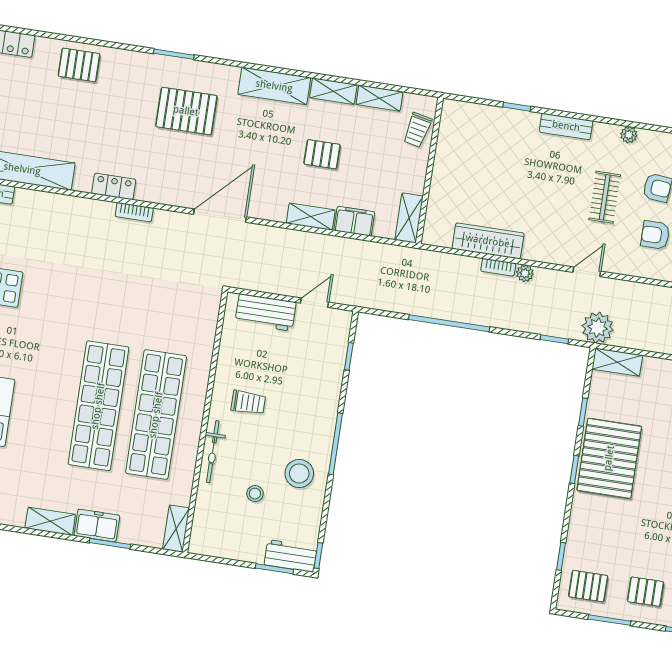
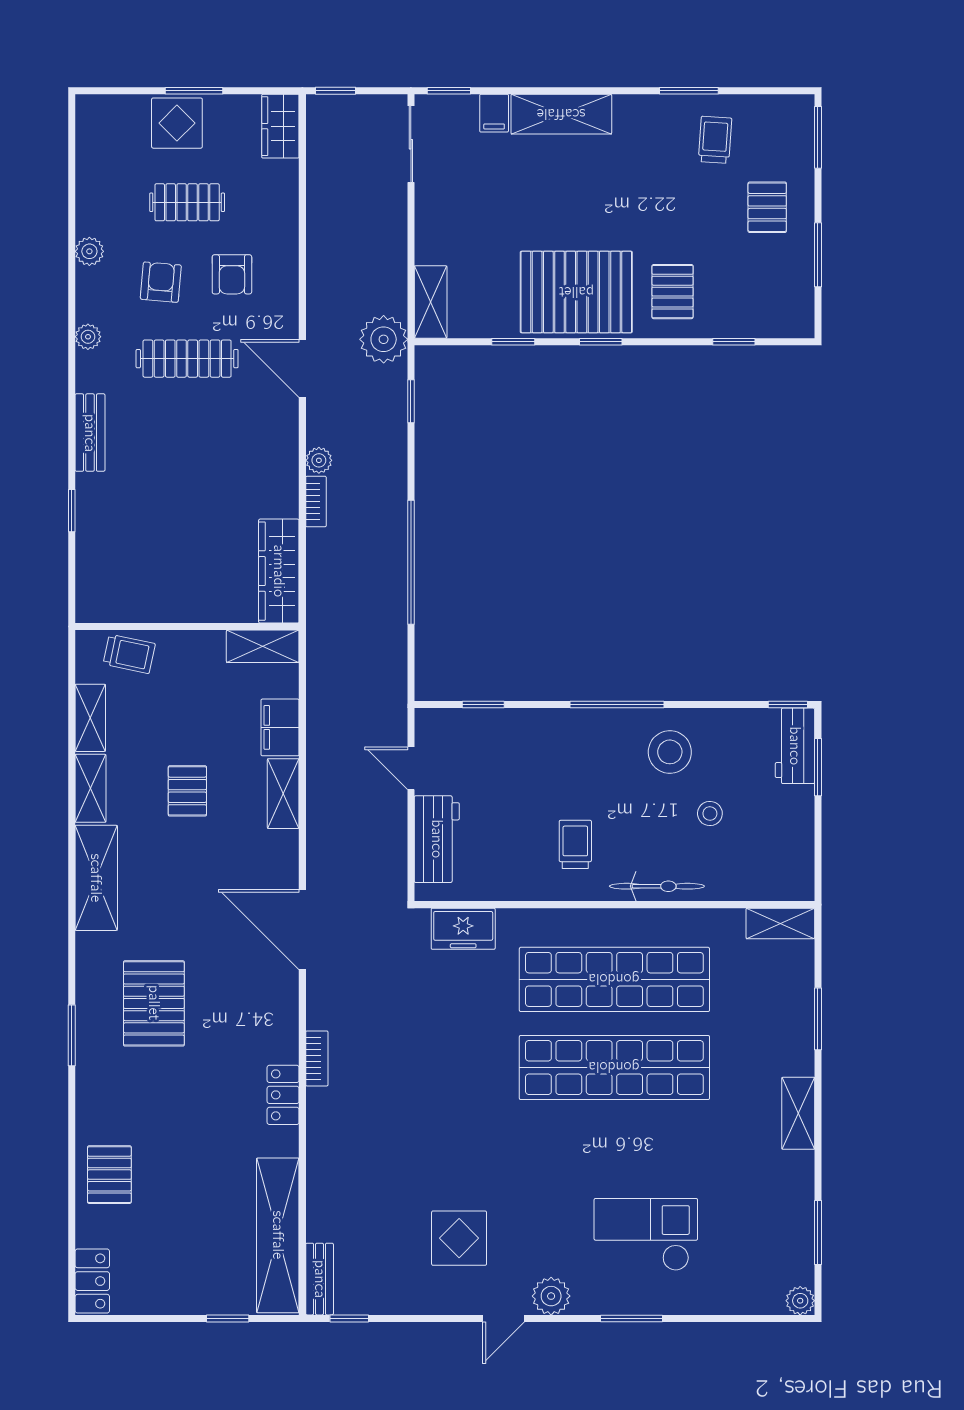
clothes rail: (605, 197) -> (187, 359), width x1.36
wardrobe: (488, 241) -> (279, 571), moved
door: (587, 272) -> (302, 368), width x1.38
freezer: (97, 525) -> (463, 929), moved, turned -90
pallet: (588, 586) -> (673, 292), moved

